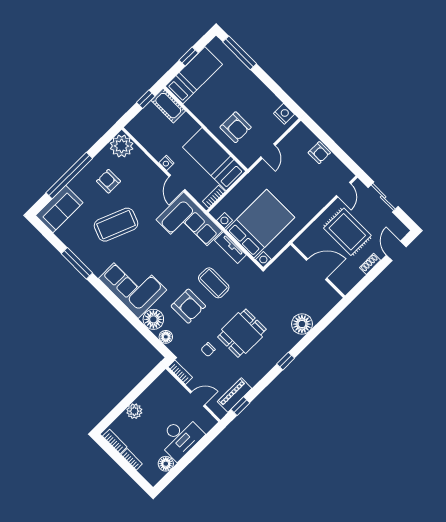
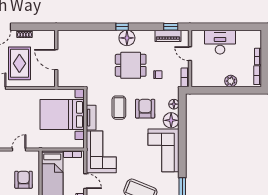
door: (177, 183) -> (85, 181), hinge flipped
floor lamp: (302, 324) -> (127, 38), moved
floor lamp: (166, 464) -> (242, 36), removed

